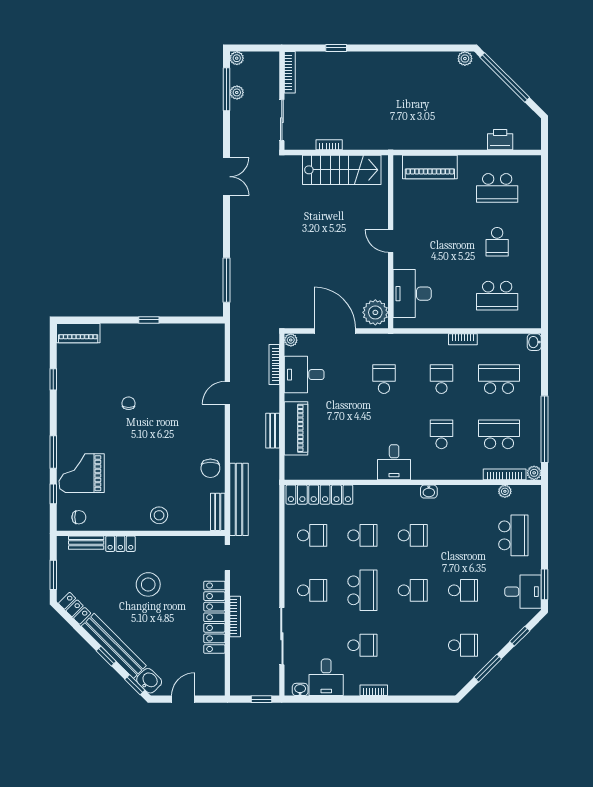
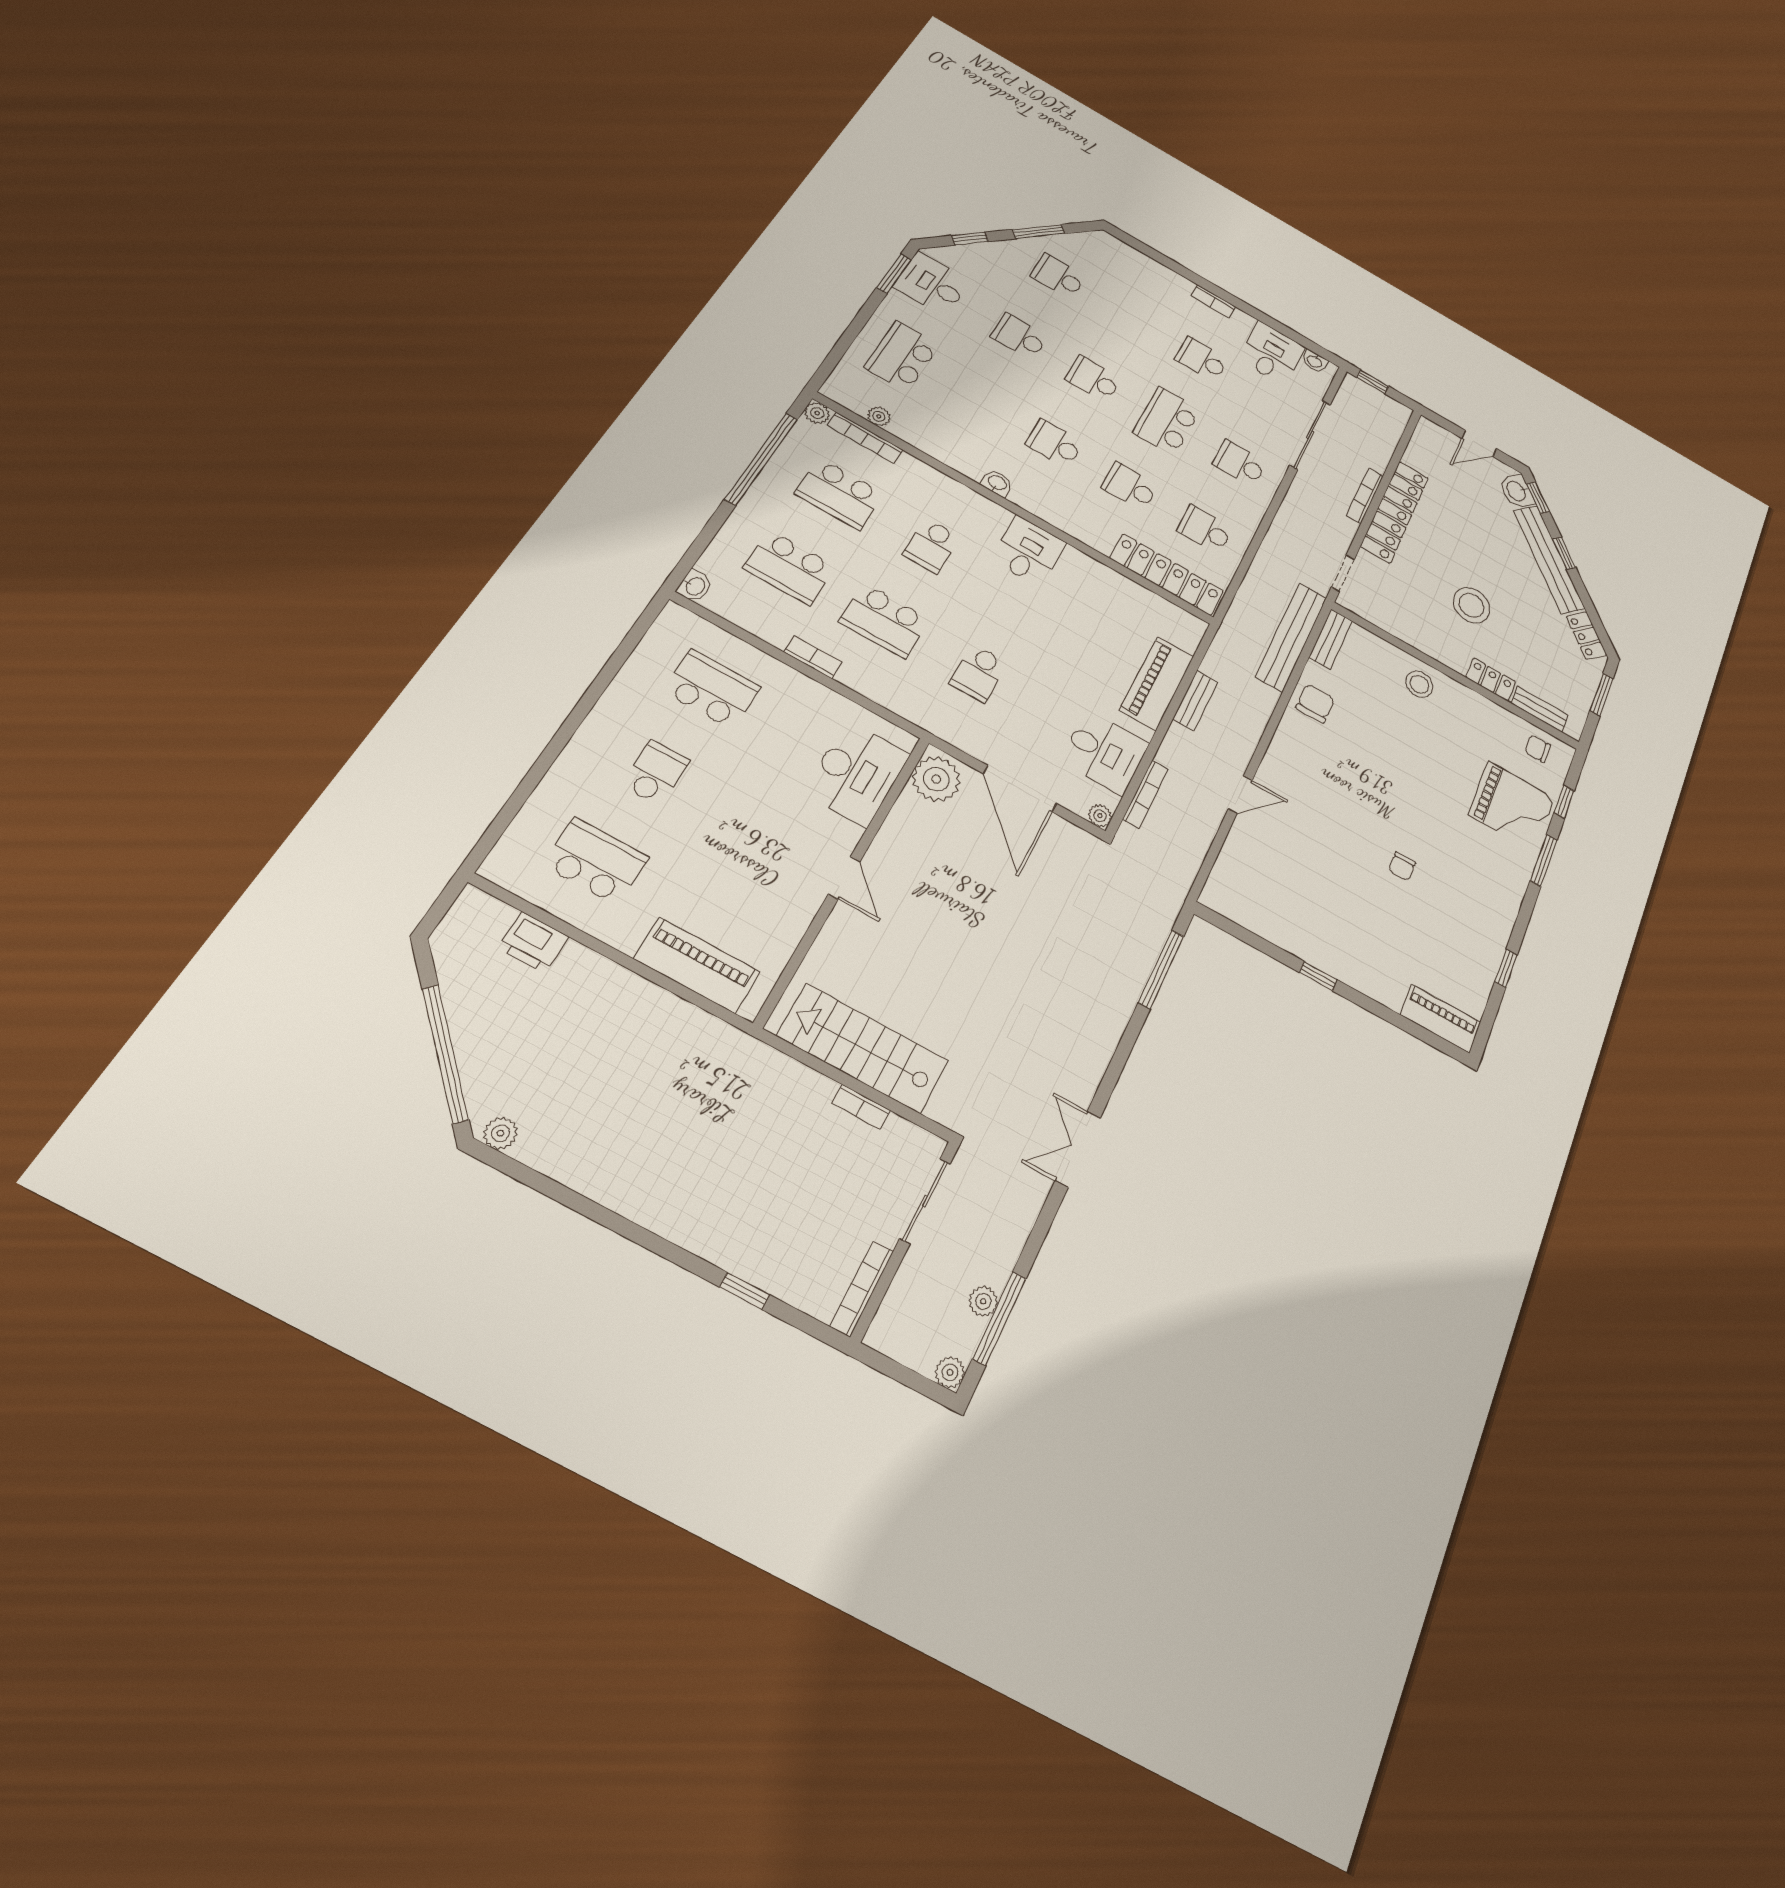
school desk: (441, 379) -> (884, 620), width x1.85

